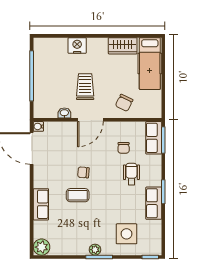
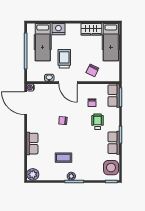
hospital bed: (55, 64) -> (43, 42), added
door: (90, 120) -> (68, 83), hinge flipped
coffee table: (78, 195) -> (63, 158), moved
side table: (127, 234) -> (111, 168), moved

